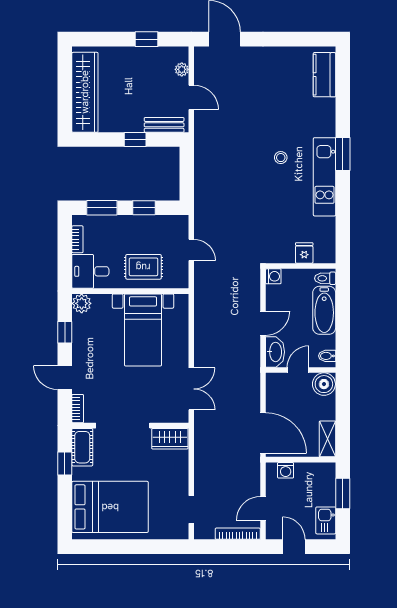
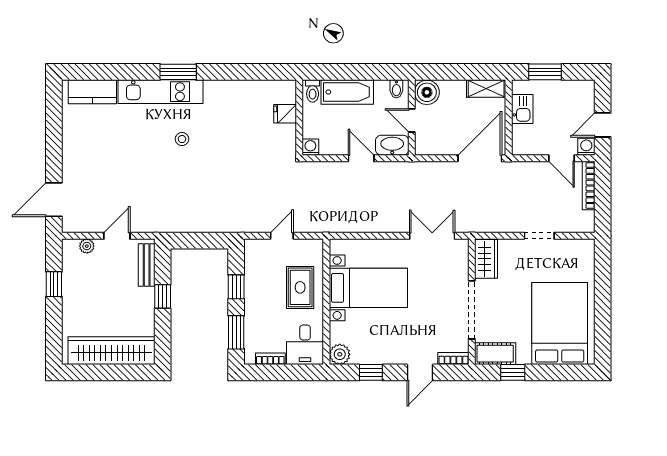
kitchen unit: (325, 177) -> (160, 92), moved
washing machine: (286, 470) -> (586, 147), moved, turned -90
doorway: (191, 509) -> (539, 236), moved
kitchen sink: (326, 520) -> (522, 109), moved, turned -90

